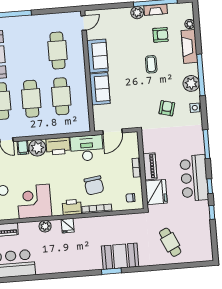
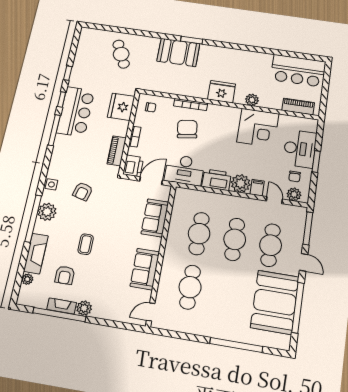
armchair: (161, 35) -> (65, 275), turned -90
sofa: (100, 89) -> (155, 218), moved
window: (206, 144) -> (54, 130), moved
piano: (150, 166) -> (117, 151), moved
printer: (72, 207) -> (133, 166), moved, turned -90
fridge: (68, 226) -> (222, 92), width x1.88, depth x1.34

